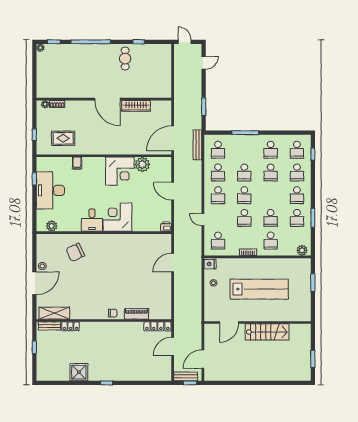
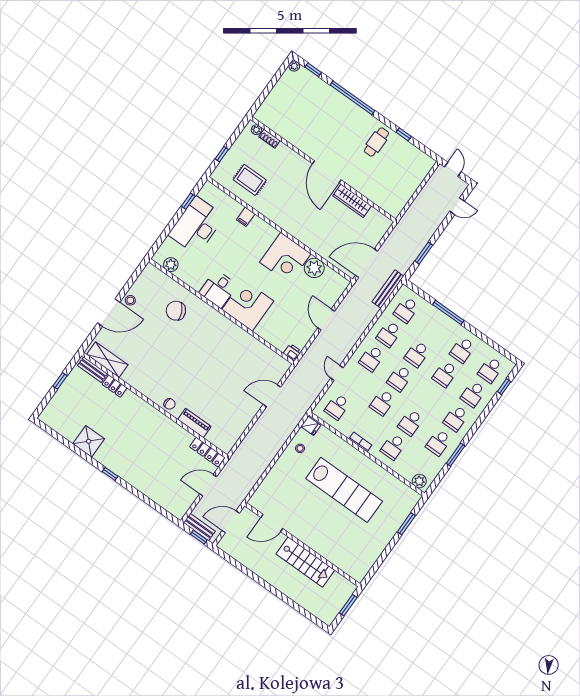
door: (229, 323) -> (272, 523), moved
wall: (257, 323) -> (302, 545), moved
stairs: (267, 332) -> (305, 562), moved

